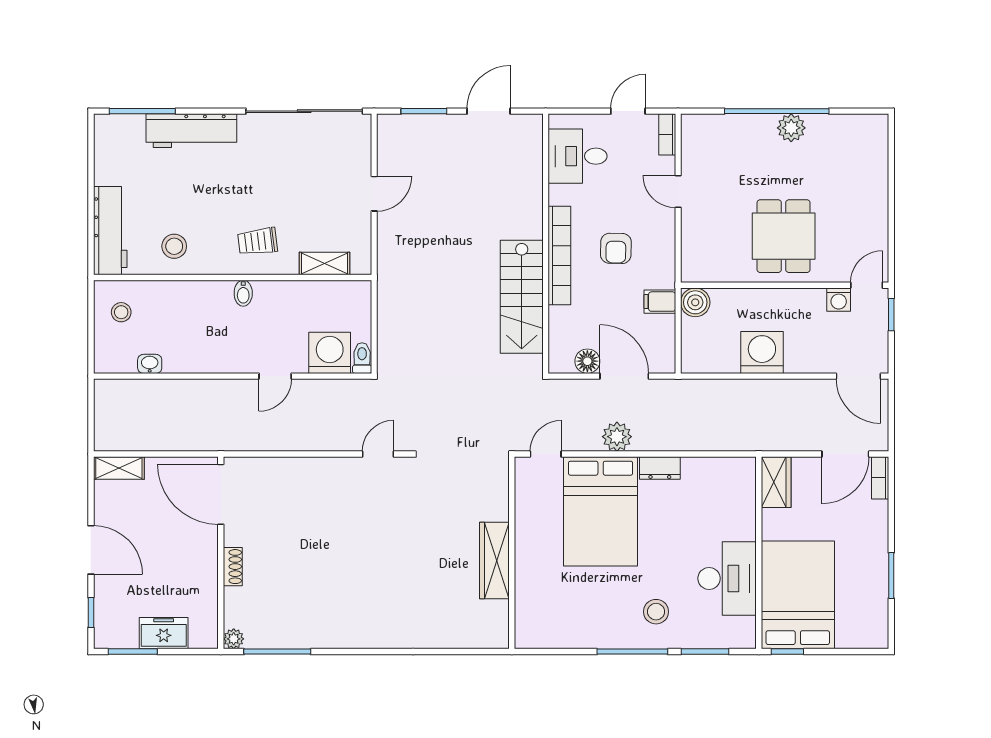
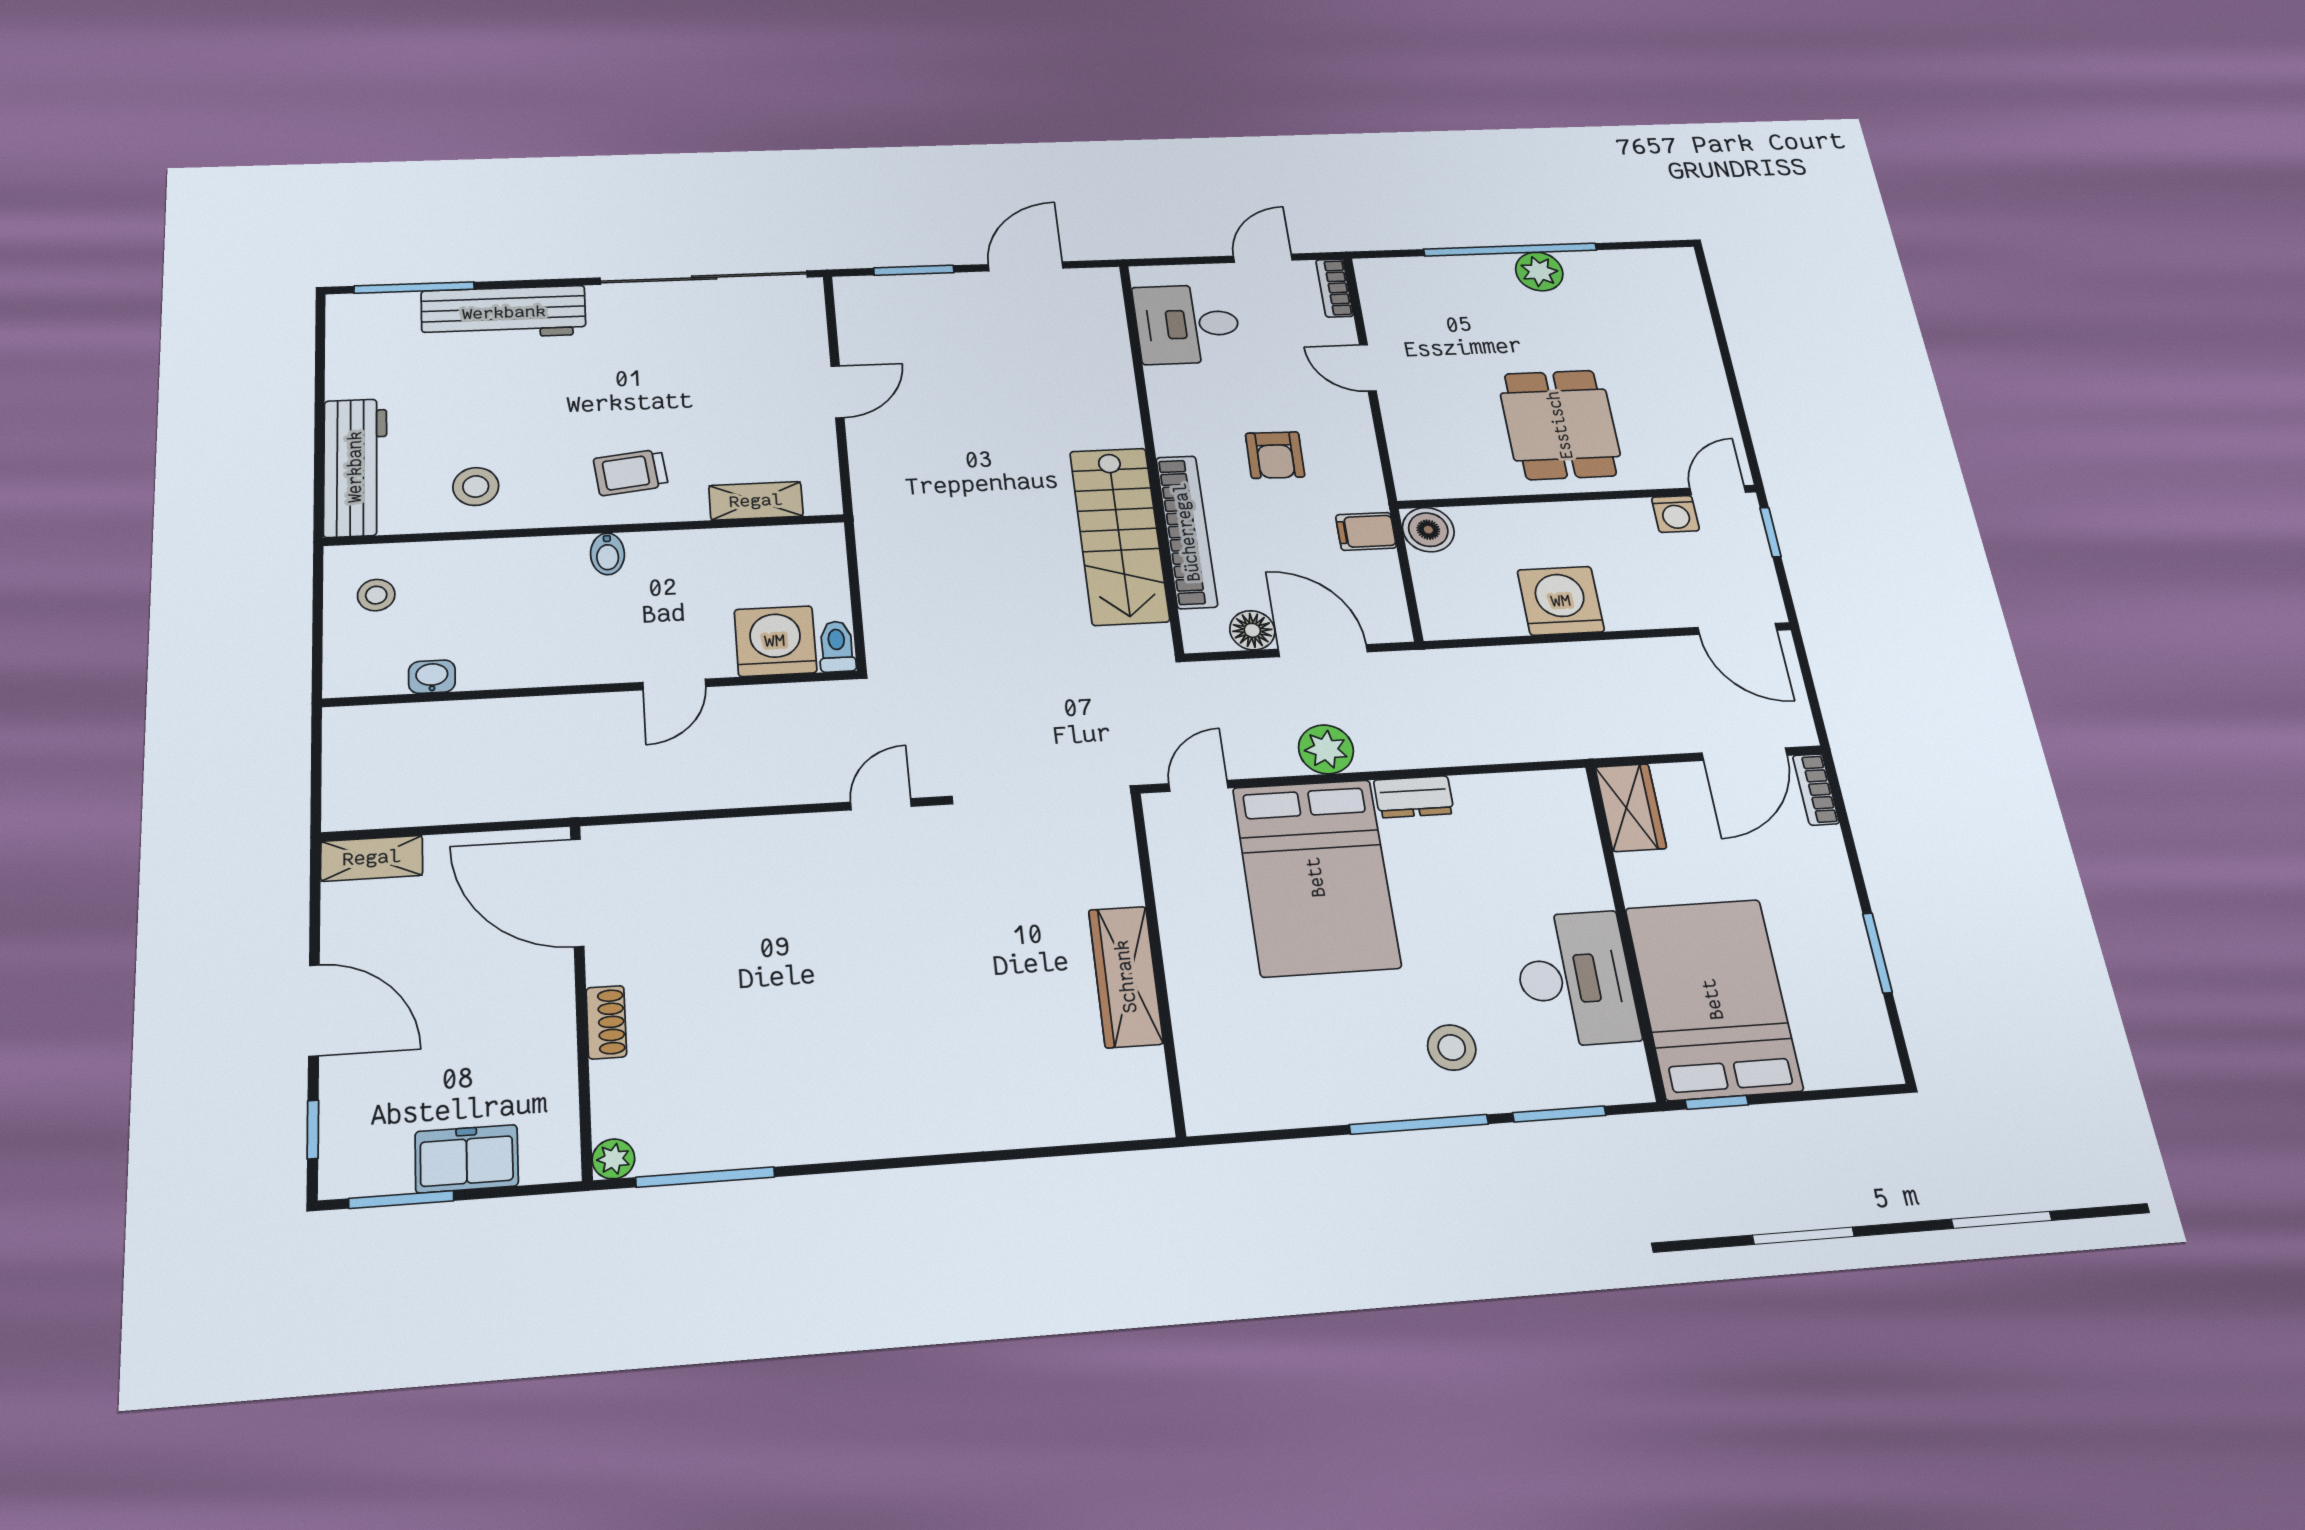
bookcase: (559, 255) -> (1187, 532), moved

